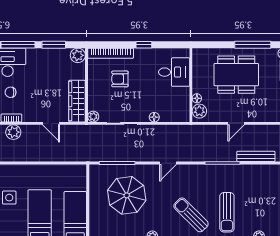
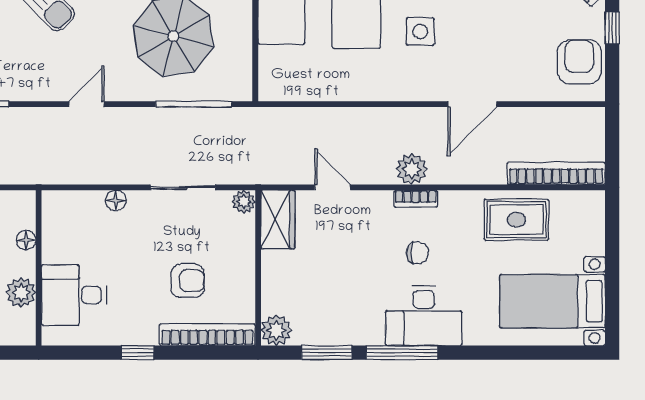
wardrobe: (77, 101) -> (278, 219), width x0.67
plant: (199, 111) -> (21, 293), moved

